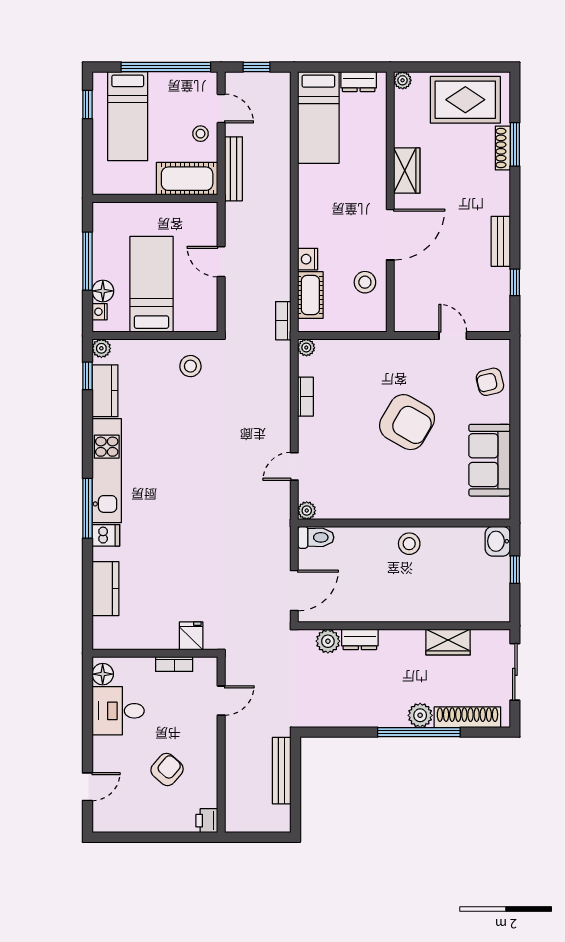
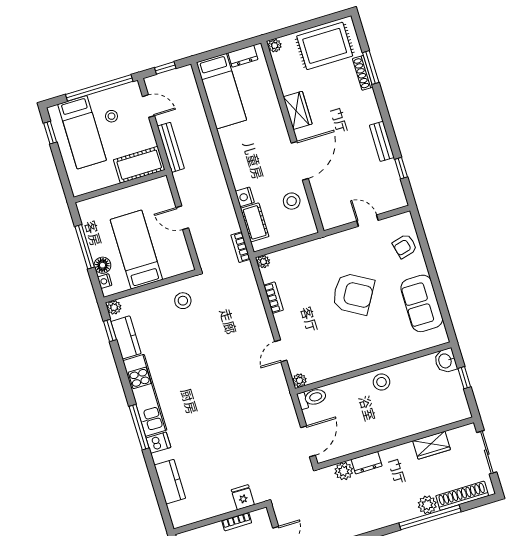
stool: (201, 134) -> (111, 116), moved

